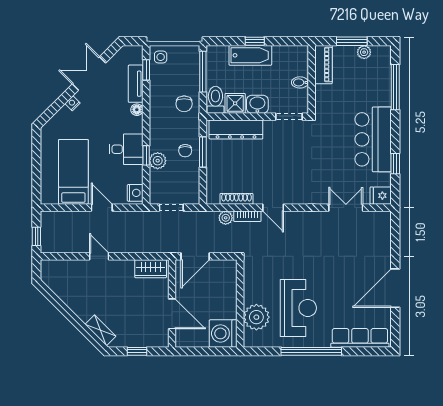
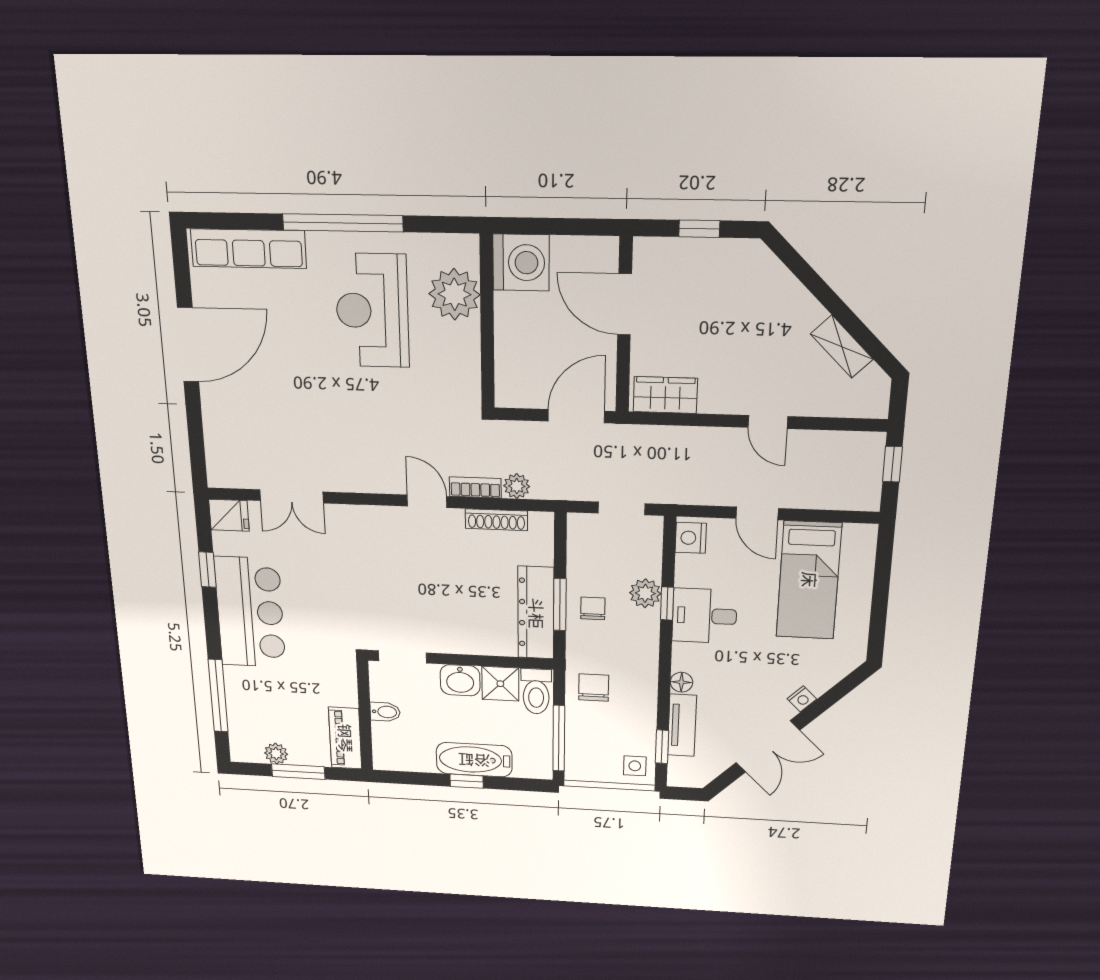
dresser: (236, 130) -> (536, 613), moved, turned -90
shelving: (100, 330) -> (842, 347), moved

